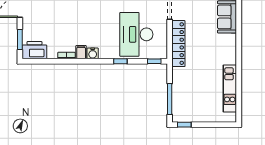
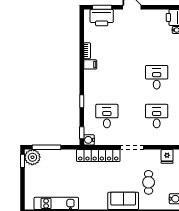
desk: (136, 34) -> (107, 116), width x0.53, depth x0.77
printer: (34, 50) -> (102, 18), moved, turned 90
water cooler: (93, 53) -> (89, 140), moved
plant: (180, 114) -> (32, 157), added

